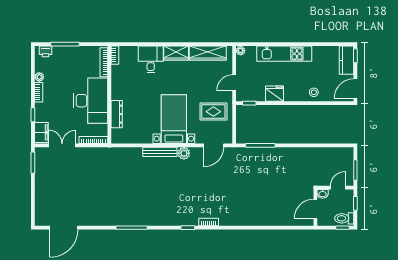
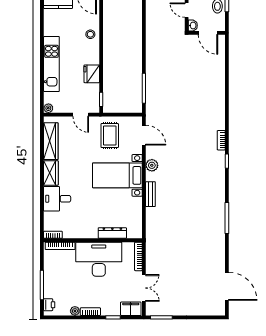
double door: (62, 145) -> (144, 288), swing flipped
bench: (160, 152) -> (150, 194), width x0.73

